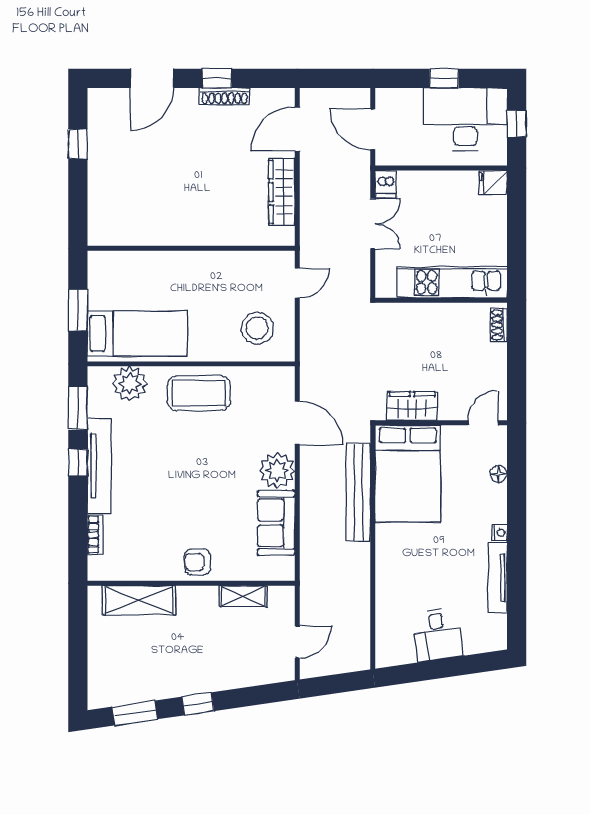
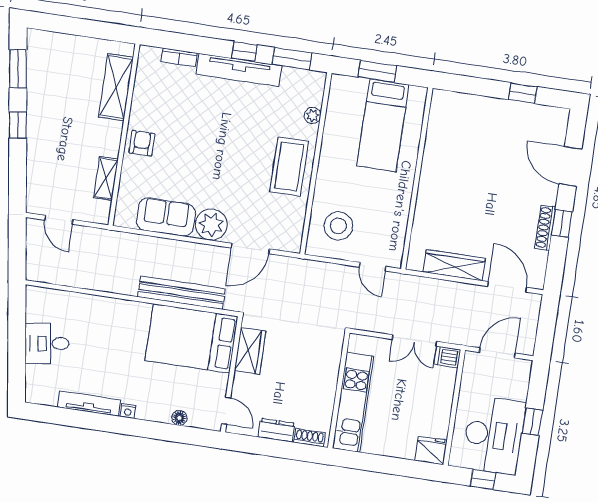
fridge: (493, 182) -> (431, 450), width x1.38
bed: (137, 333) -> (383, 125), moved
dresser: (496, 363) -> (277, 430), added
plant: (130, 384) -> (313, 115), width x0.53, depth x0.53

